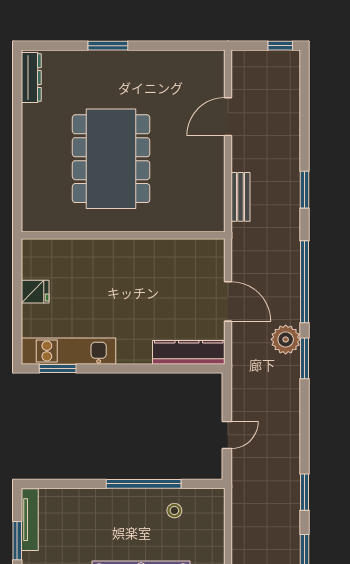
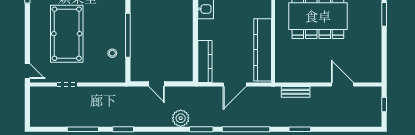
window: (280, 46) -> (384, 104), moved
kitchen counter: (169, 253) -> (263, 50), added
plant: (286, 339) -> (181, 118), moved

